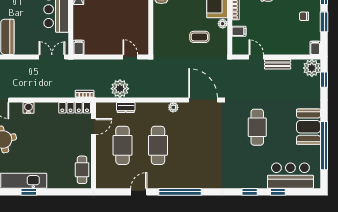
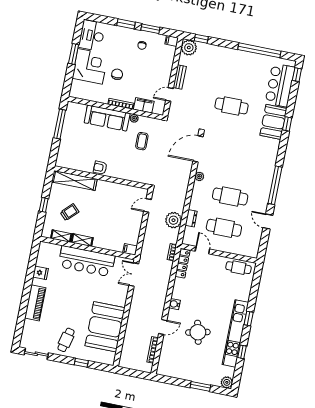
filing cabinet: (239, 31) -> (144, 105), width x2.00
booth: (309, 127) -> (273, 122), moved, turned 90
window: (278, 192) -> (297, 75), moved

